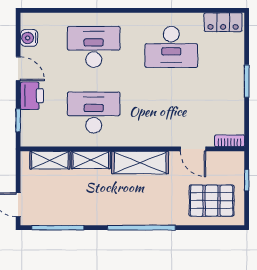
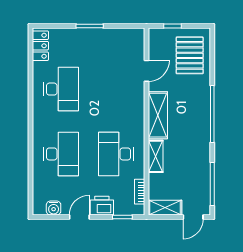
desk: (94, 47) -> (61, 154), turned 180
bookcase: (230, 141) -> (140, 192), moved
shelving: (50, 160) -> (165, 208), moved, turned 90

